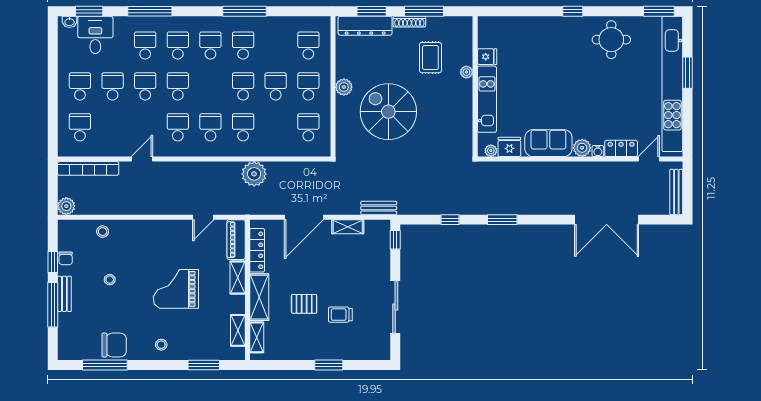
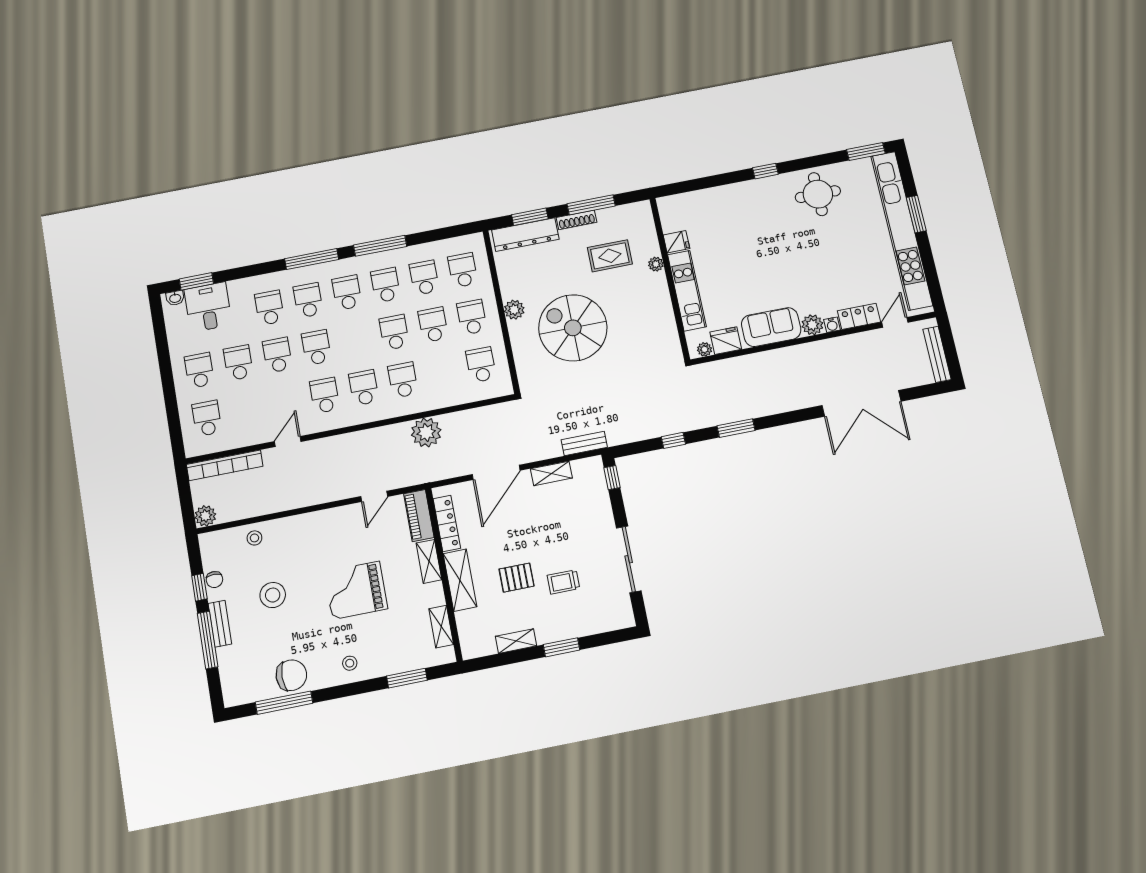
window: (150, 11) -> (312, 259), moved
school desk: (276, 46) -> (424, 278), added
rug: (430, 58) -> (610, 256), turned 90
stool: (110, 280) -> (273, 595), width x1.89, depth x1.89
shelving: (257, 337) -> (516, 641), moved, turned 90

